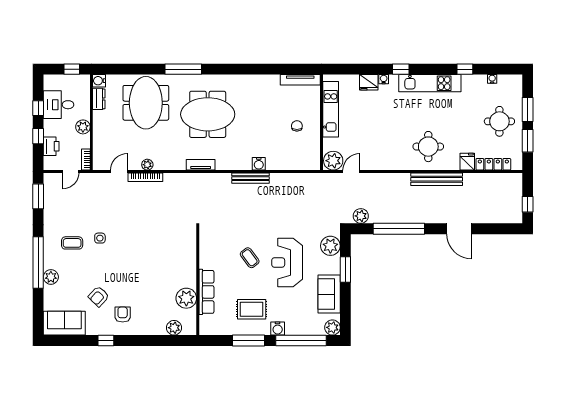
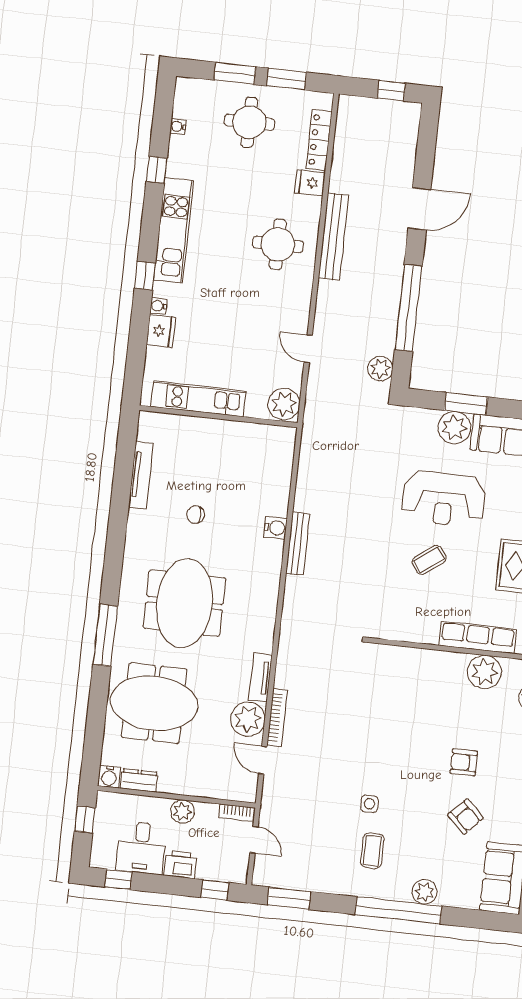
tv unit: (300, 80) -> (141, 475), moved
window: (38, 108) -> (118, 879), moved
chair: (297, 126) -> (195, 515), moved
window: (38, 136) -> (215, 890), moved
printer: (51, 146) -> (180, 864), moved
plant: (147, 165) -> (248, 719), width x1.87, depth x1.87
tv unit: (201, 165) -> (261, 678), moved
door: (351, 172) -> (308, 349), moved
plant: (330, 246) -> (454, 428), moved
armchair: (123, 315) -> (464, 762), moved

